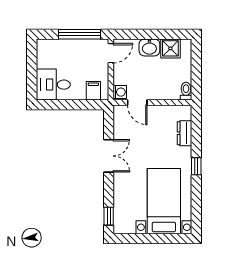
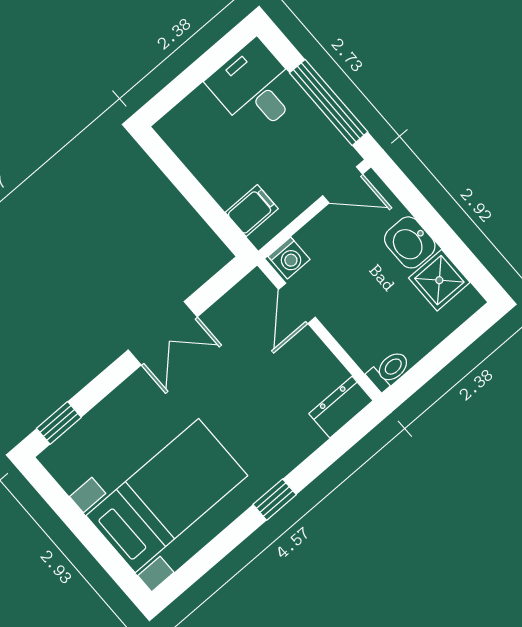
desk: (53, 85) -> (255, 88), moved
dresser: (184, 133) -> (341, 407), moved

